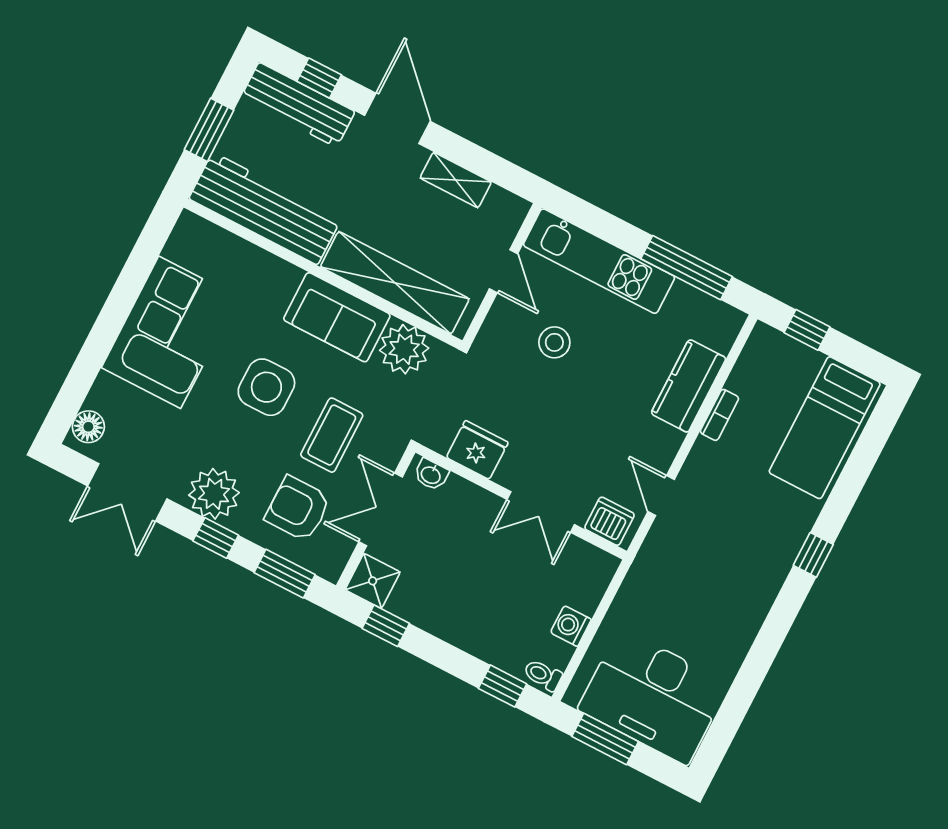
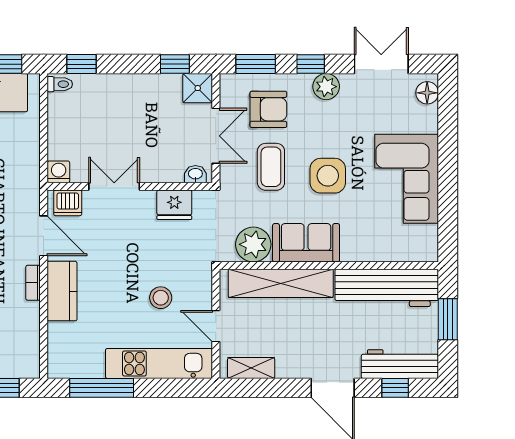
shelving: (456, 180) -> (251, 368), moved
kitchen counter: (688, 386) -> (62, 291), moved
bookcase: (719, 415) -> (33, 283), moved
plant: (214, 494) -> (326, 87), width x0.73, depth x0.73
door: (661, 496) -> (44, 236), width x1.38
washing machine: (571, 626) -> (59, 172), moved, turned -90

